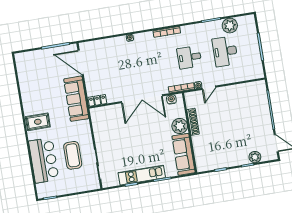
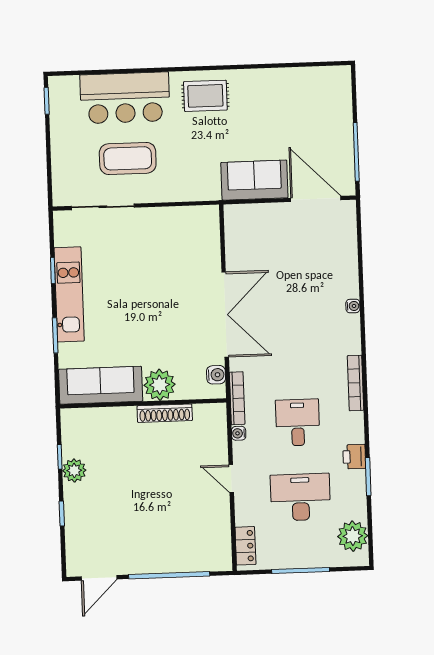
plant: (230, 26) -> (353, 536), moved
printer: (202, 28) -> (354, 457), added
door: (81, 62) -> (316, 199), hinge flipped
door: (209, 88) -> (231, 479), moved
sofa: (76, 99) -> (254, 180), width x0.73
double door: (142, 99) -> (225, 315), swing flipped
locker: (97, 100) -> (245, 546), moved
rug: (38, 122) -> (205, 96), turned 90
plant: (255, 157) -> (74, 470), moved

